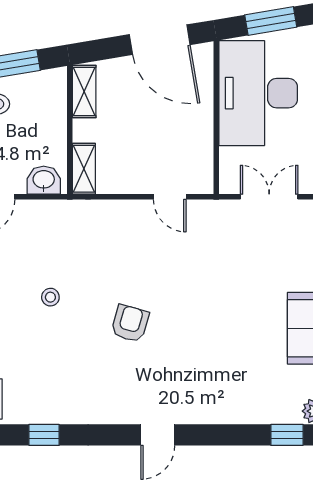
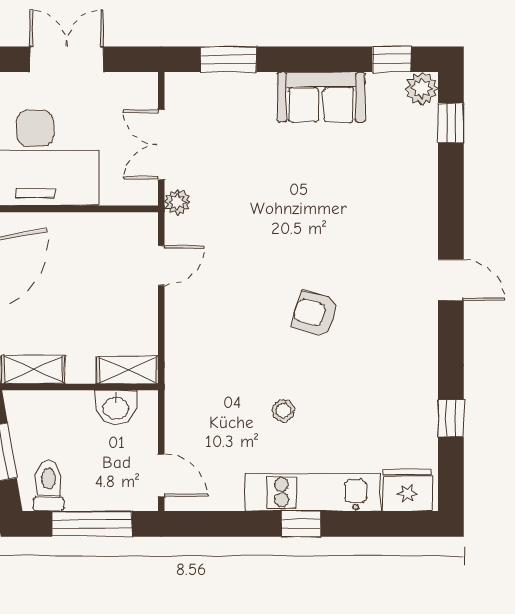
washbasin: (44, 180) -> (116, 407), moved, turned -90
plant: (222, 210) -> (177, 202), added

